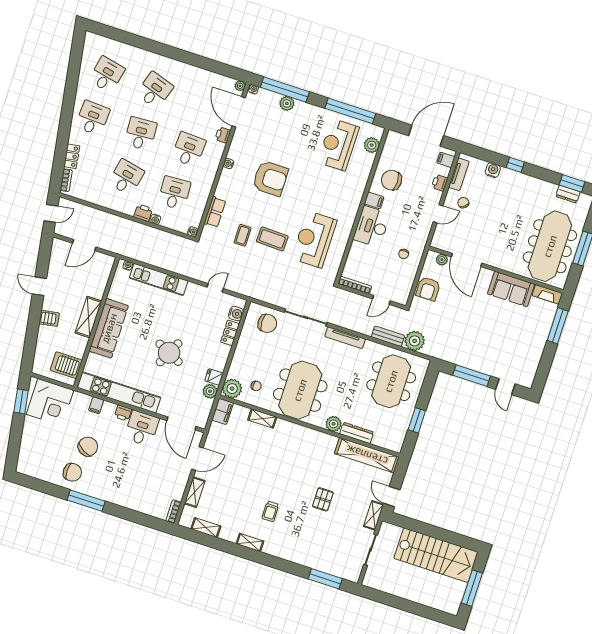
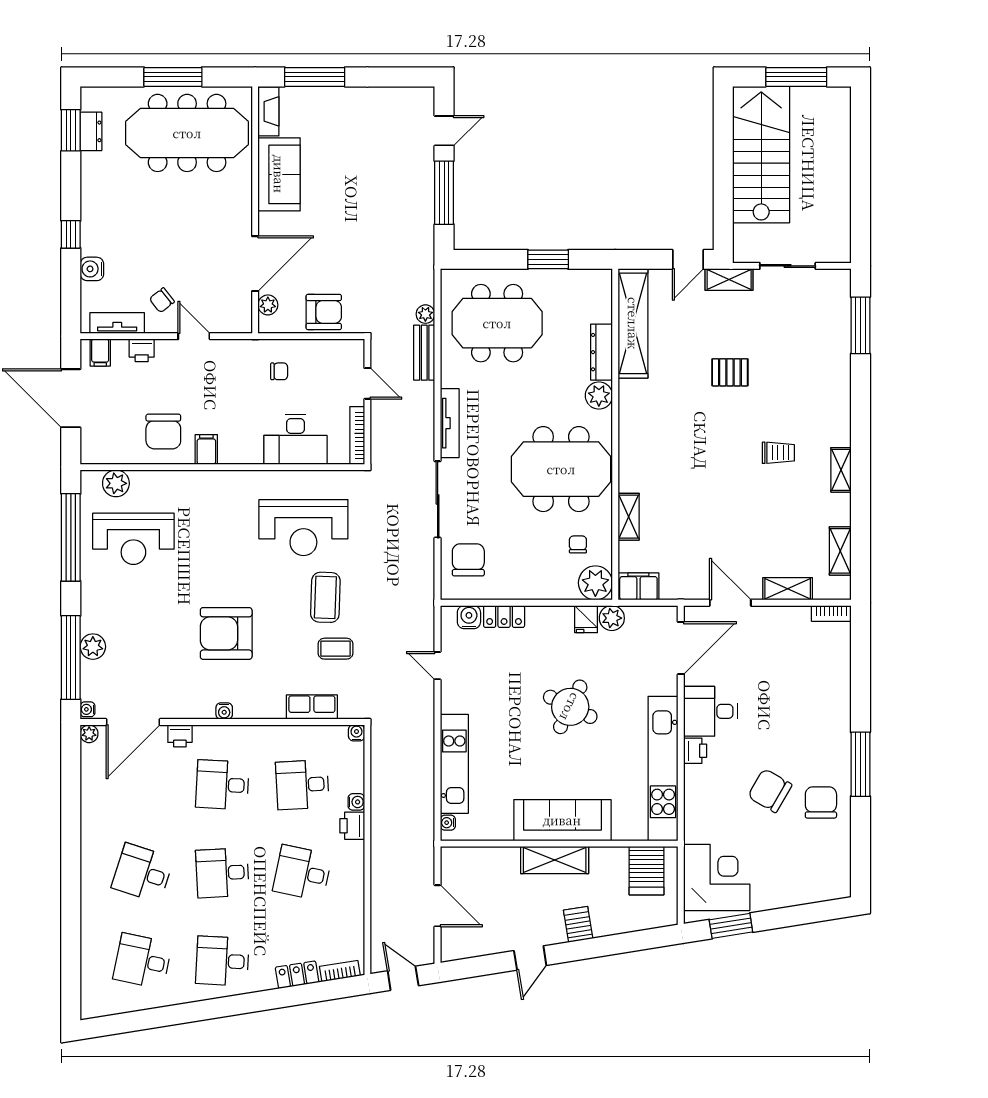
armchair: (270, 178) -> (226, 633), turned -90
desk: (372, 226) -> (295, 439), moved
plant: (415, 341) -> (425, 314), width x0.53, depth x0.53
filing cabinet: (96, 405) -> (697, 799), removed

